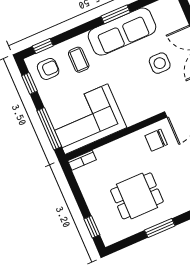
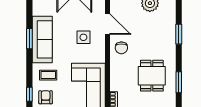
side table: (160, 63) -> (83, 37), moved
window: (160, 228) -> (179, 82), moved

